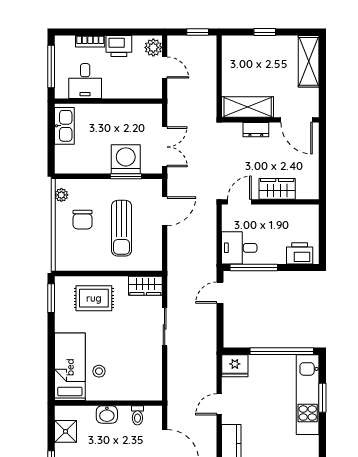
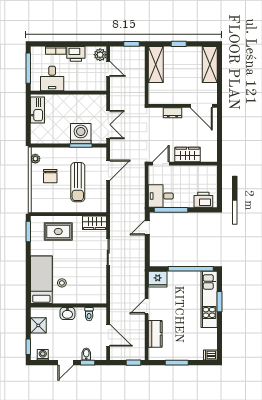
shelving: (248, 107) -> (156, 64), moved, turned 90

